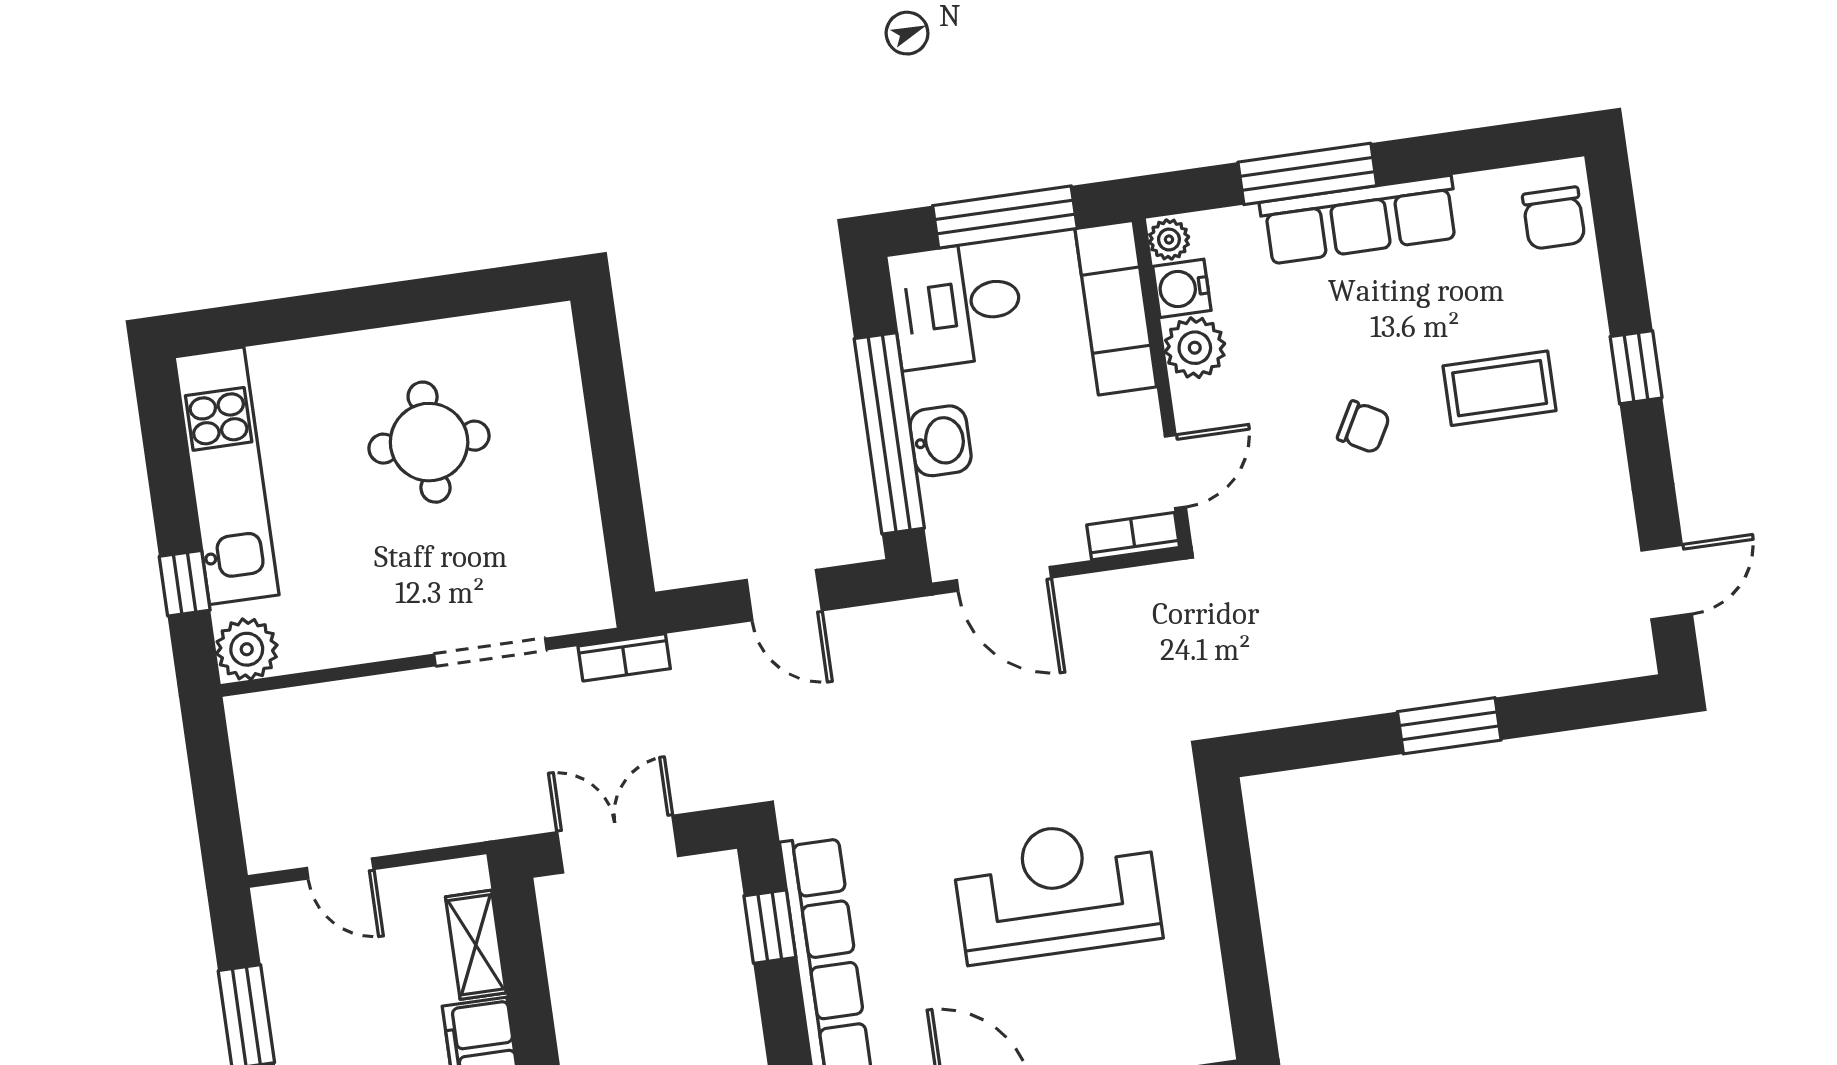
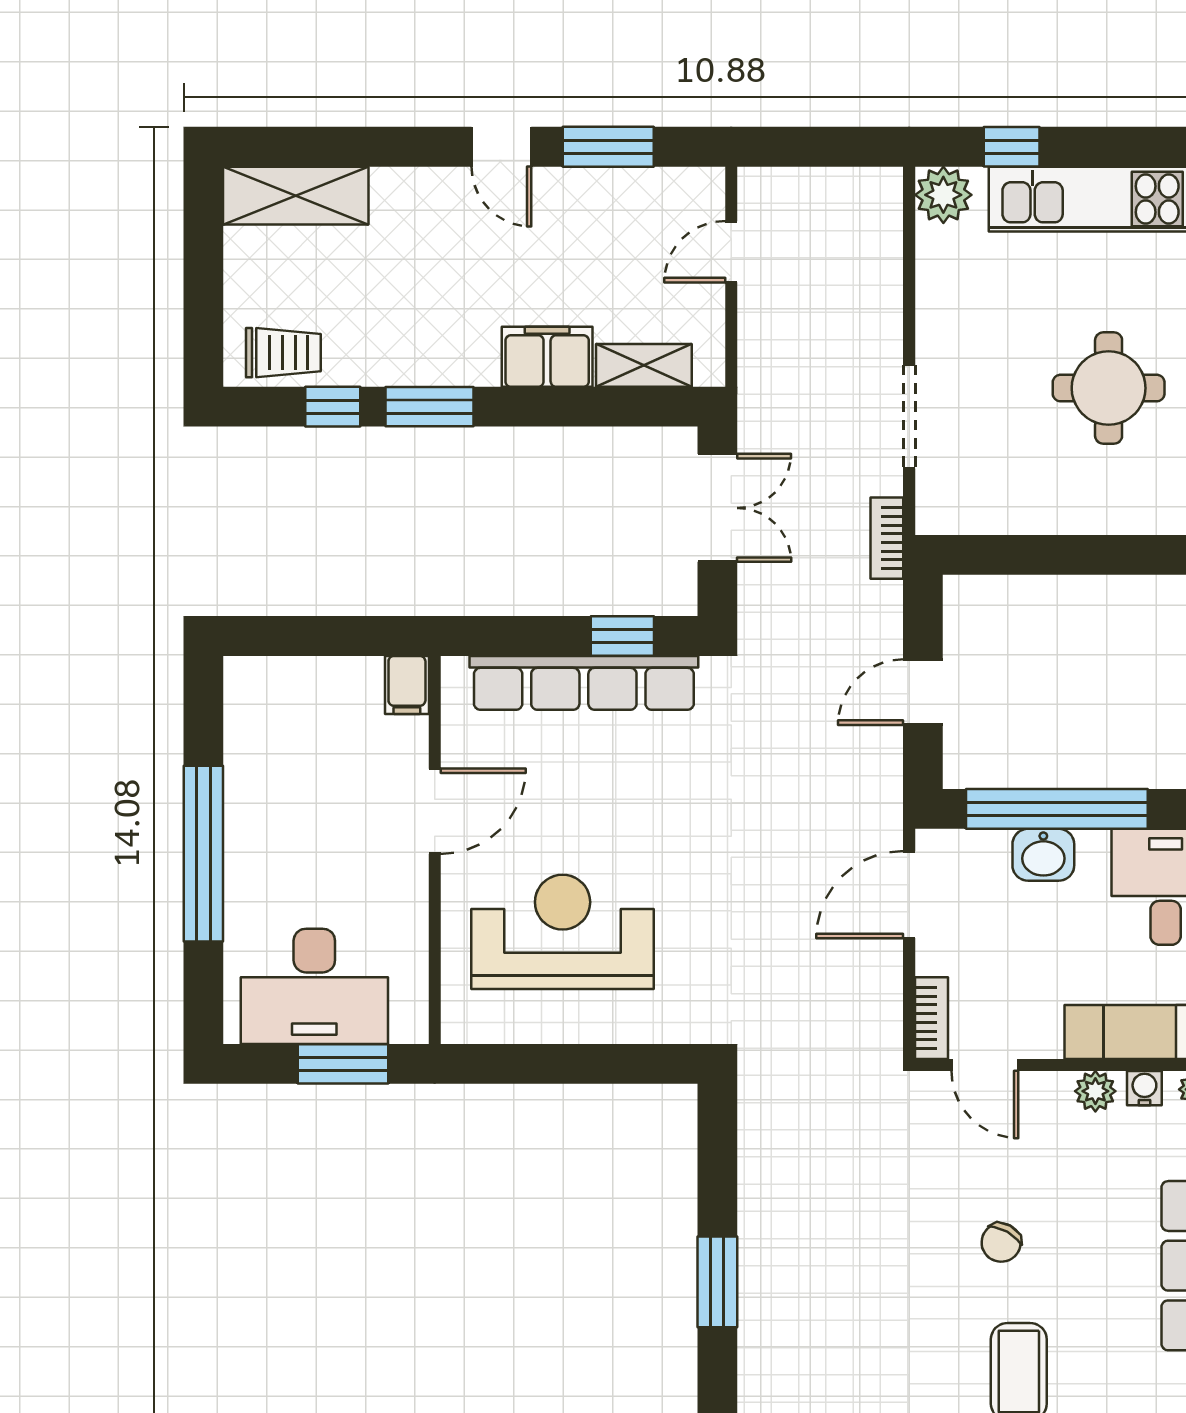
water cooler: (1182, 288) -> (1144, 1088), width x0.72, depth x0.72
plant: (1195, 348) -> (1095, 1091), width x0.73, depth x0.73
reception desk: (1057, 890) -> (563, 932), moved, turned -90

